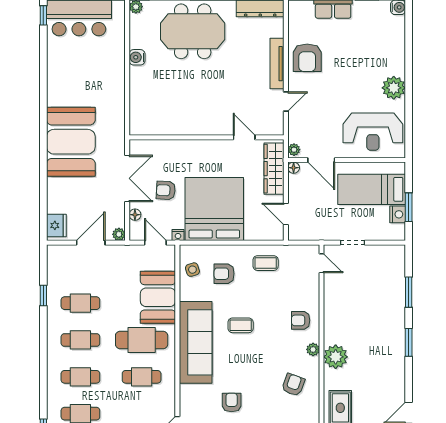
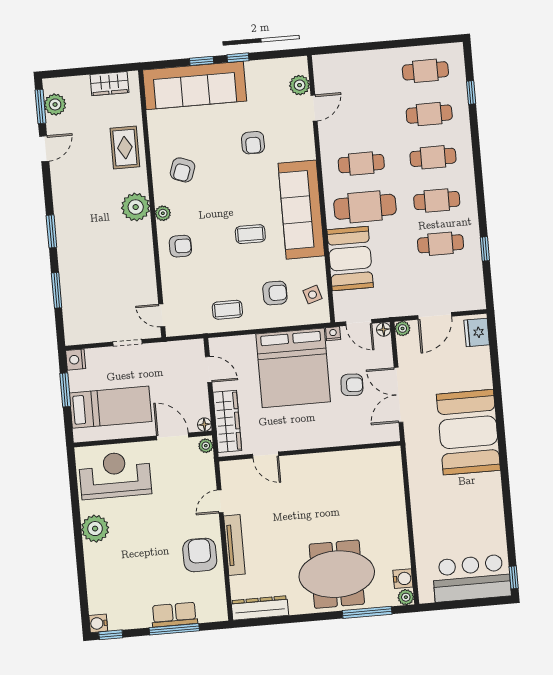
water cooler: (137, 57) -> (403, 579), moved
nightstand: (398, 214) -> (76, 360), moved
floor lamp: (135, 215) -> (384, 329), moved

